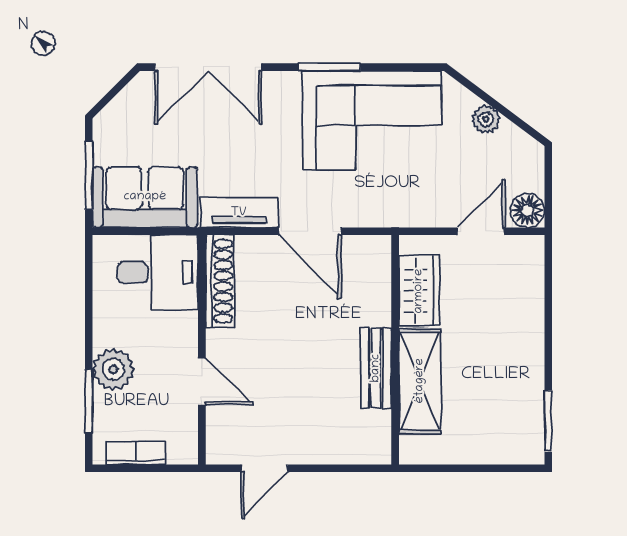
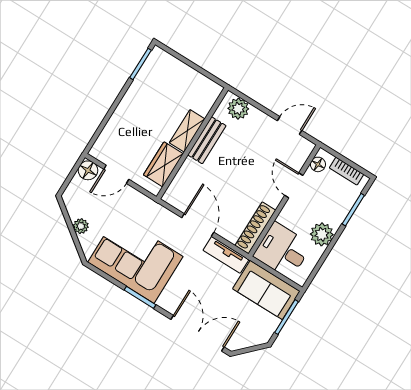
plant: (113, 369) -> (322, 234), moved
shelving: (420, 381) -> (187, 131), width x0.67, depth x0.75
floor lamp: (185, 436) -> (318, 164), added
plant: (358, 445) -> (238, 109), added

